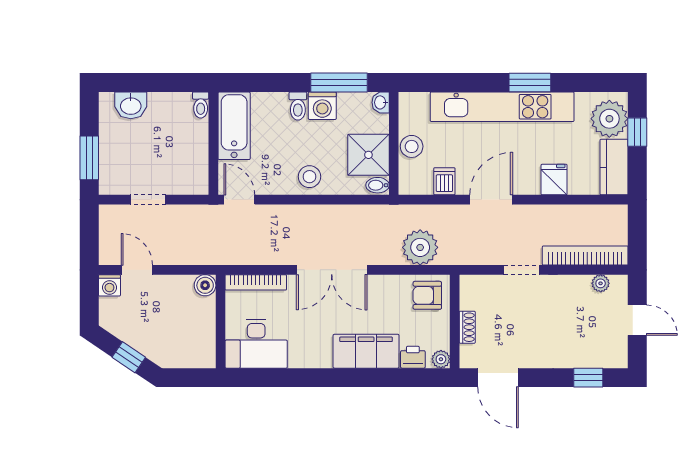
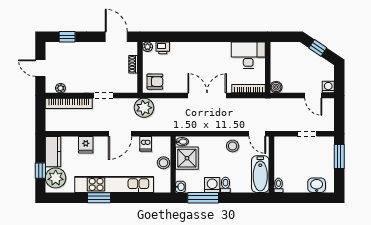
stool: (309, 177) -> (233, 146), moved
plant: (420, 247) -> (144, 108), moved
filing cabinet: (366, 351) -> (188, 51), removed

